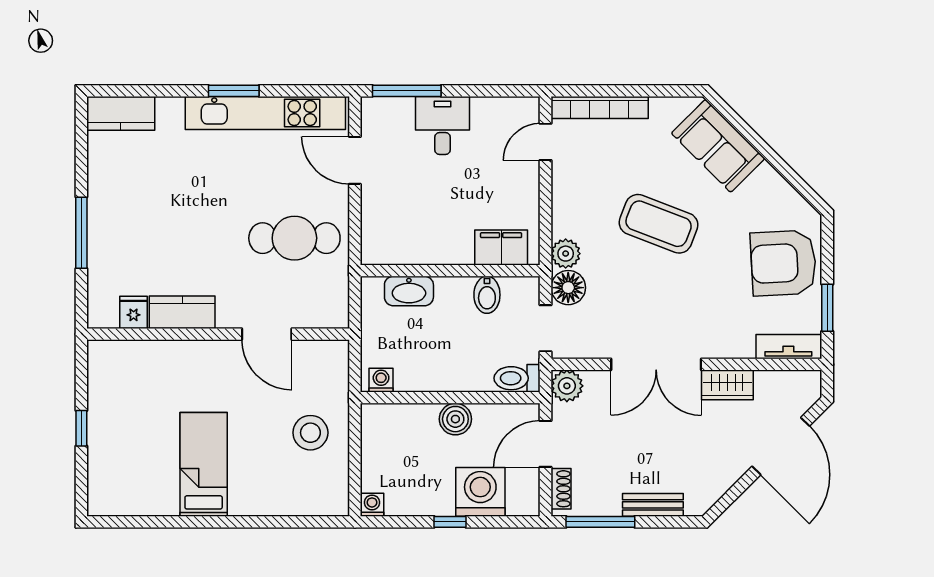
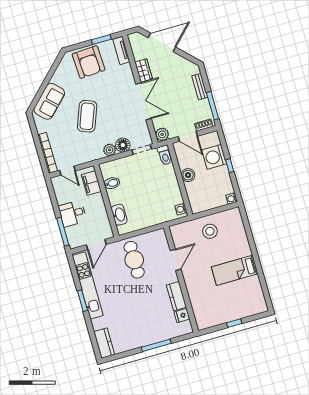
filing cabinet: (501, 247) -> (91, 183), moved
wall: (450, 271) -> (106, 201), moved
washbasin: (409, 291) -> (119, 215), moved
bidet: (487, 295) -> (112, 183), moved

